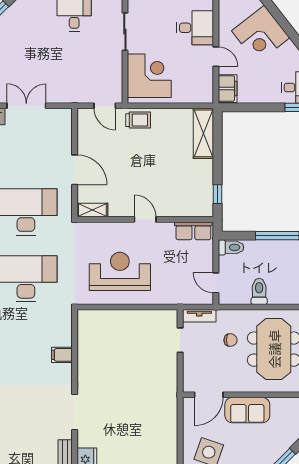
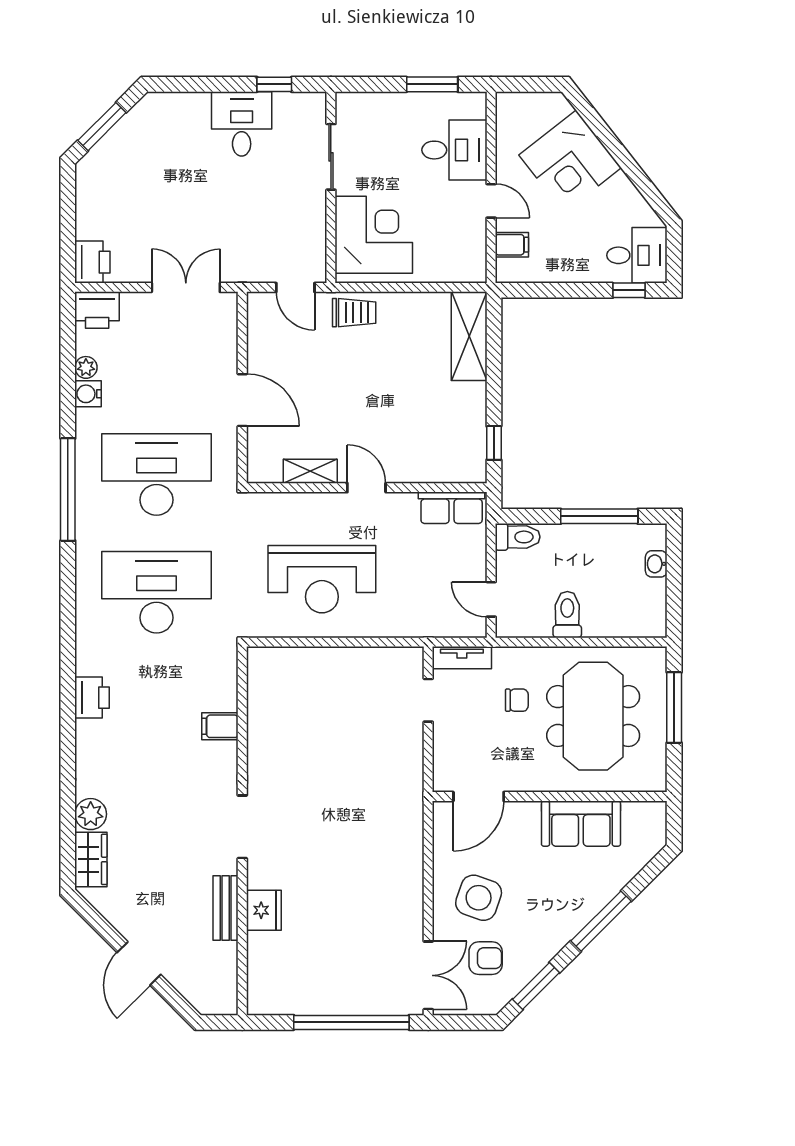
filing cabinet: (228, 89) -> (512, 245), width x0.50
double door: (26, 106) -> (186, 287), moved
shelving: (92, 210) -> (310, 471), moved
reception desk: (120, 271) -> (322, 579), turned 180
sofa: (247, 410) -> (581, 824), moved

